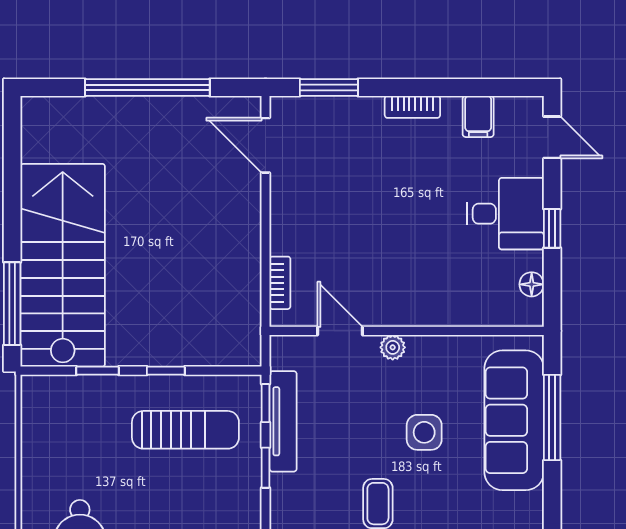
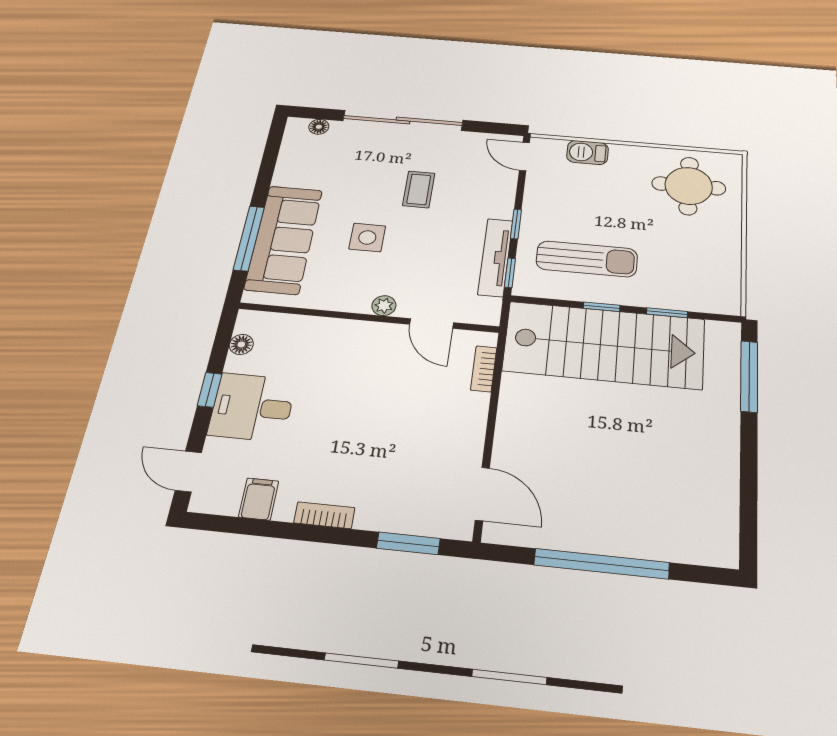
stairs: (63, 265) -> (604, 345), moved, turned -90
sun lounger: (185, 430) -> (587, 259), turned 180

